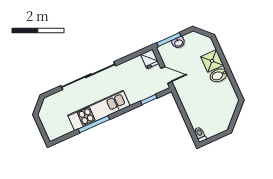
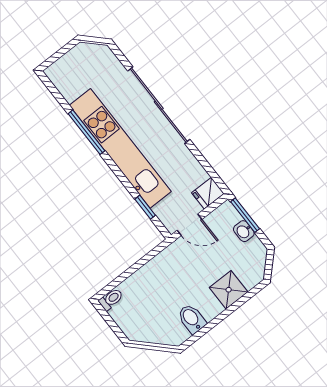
door: (166, 75) -> (190, 225), hinge flipped
bidet: (219, 75) -> (192, 319), moved
kitchen unit: (99, 110) -> (120, 148), width x1.36

